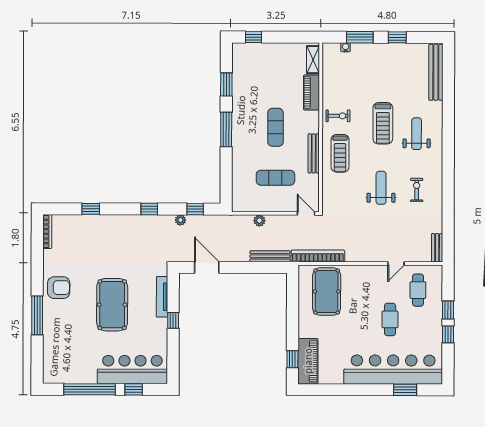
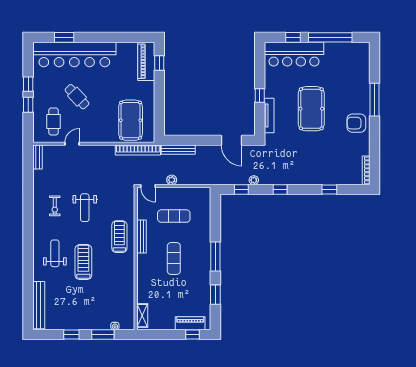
piano: (311, 93) -> (190, 323), moved, turned -90
exercise bike: (338, 116) -> (121, 268), removed
weight bench: (417, 134) -> (55, 253), turned 180
plant: (259, 221) -> (172, 180), moved
cafe table: (390, 319) -> (77, 97), turned -43

